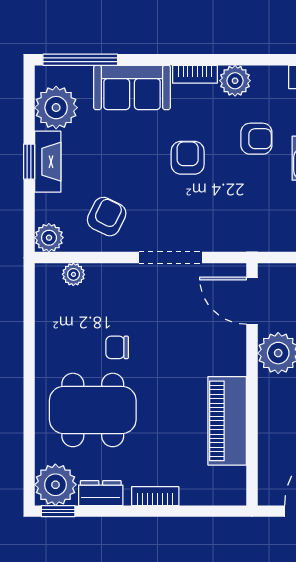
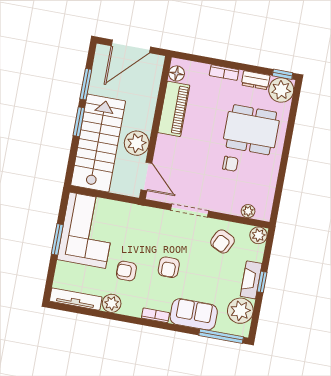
plant: (235, 81) -> (112, 303), moved
floor lamp: (233, 480) -> (177, 73), added

